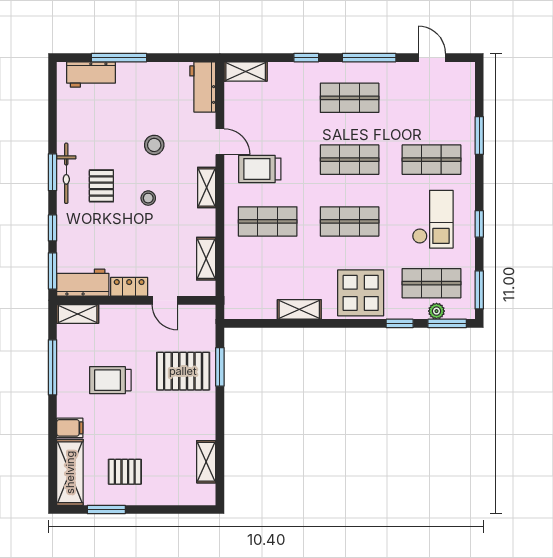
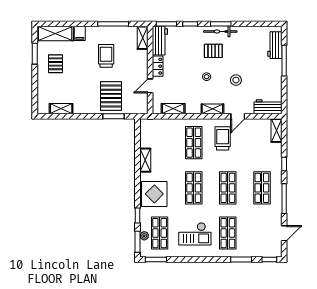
window: (479, 224) -> (269, 259), moved

